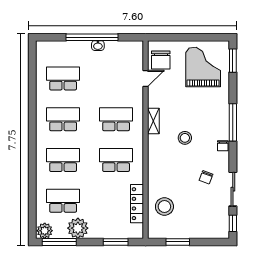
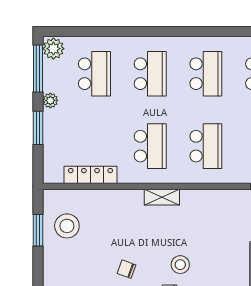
shelving: (153, 121) -> (162, 197), moved
stool: (185, 138) -> (180, 265), moved
stool: (164, 207) -> (67, 226), moved
plant: (78, 228) -> (50, 100), width x0.53, depth x0.53
window: (116, 242) -> (38, 128), moved

